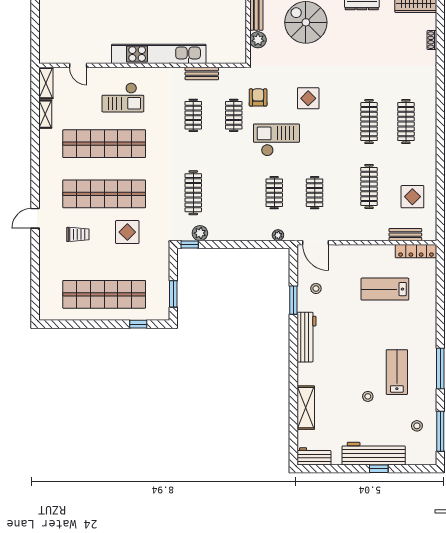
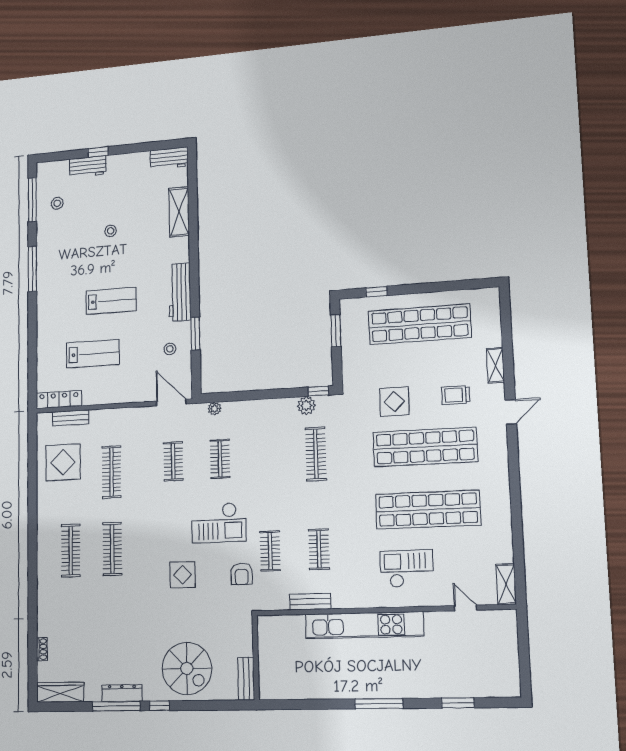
plant: (258, 40) -> (243, 646), removed
shelving: (45, 114) -> (495, 365), moved
display table: (412, 197) -> (63, 462), width x1.36, depth x1.36
lab bench: (397, 372) -> (111, 301), moved, turned -90
workbench: (374, 454) -> (88, 167), width x0.53, depth x0.76

